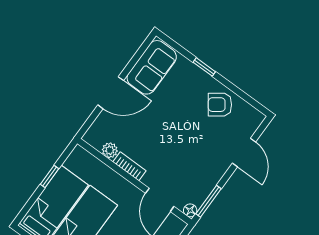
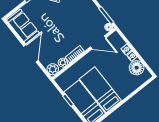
plant: (94, 137) -> (53, 69), added

